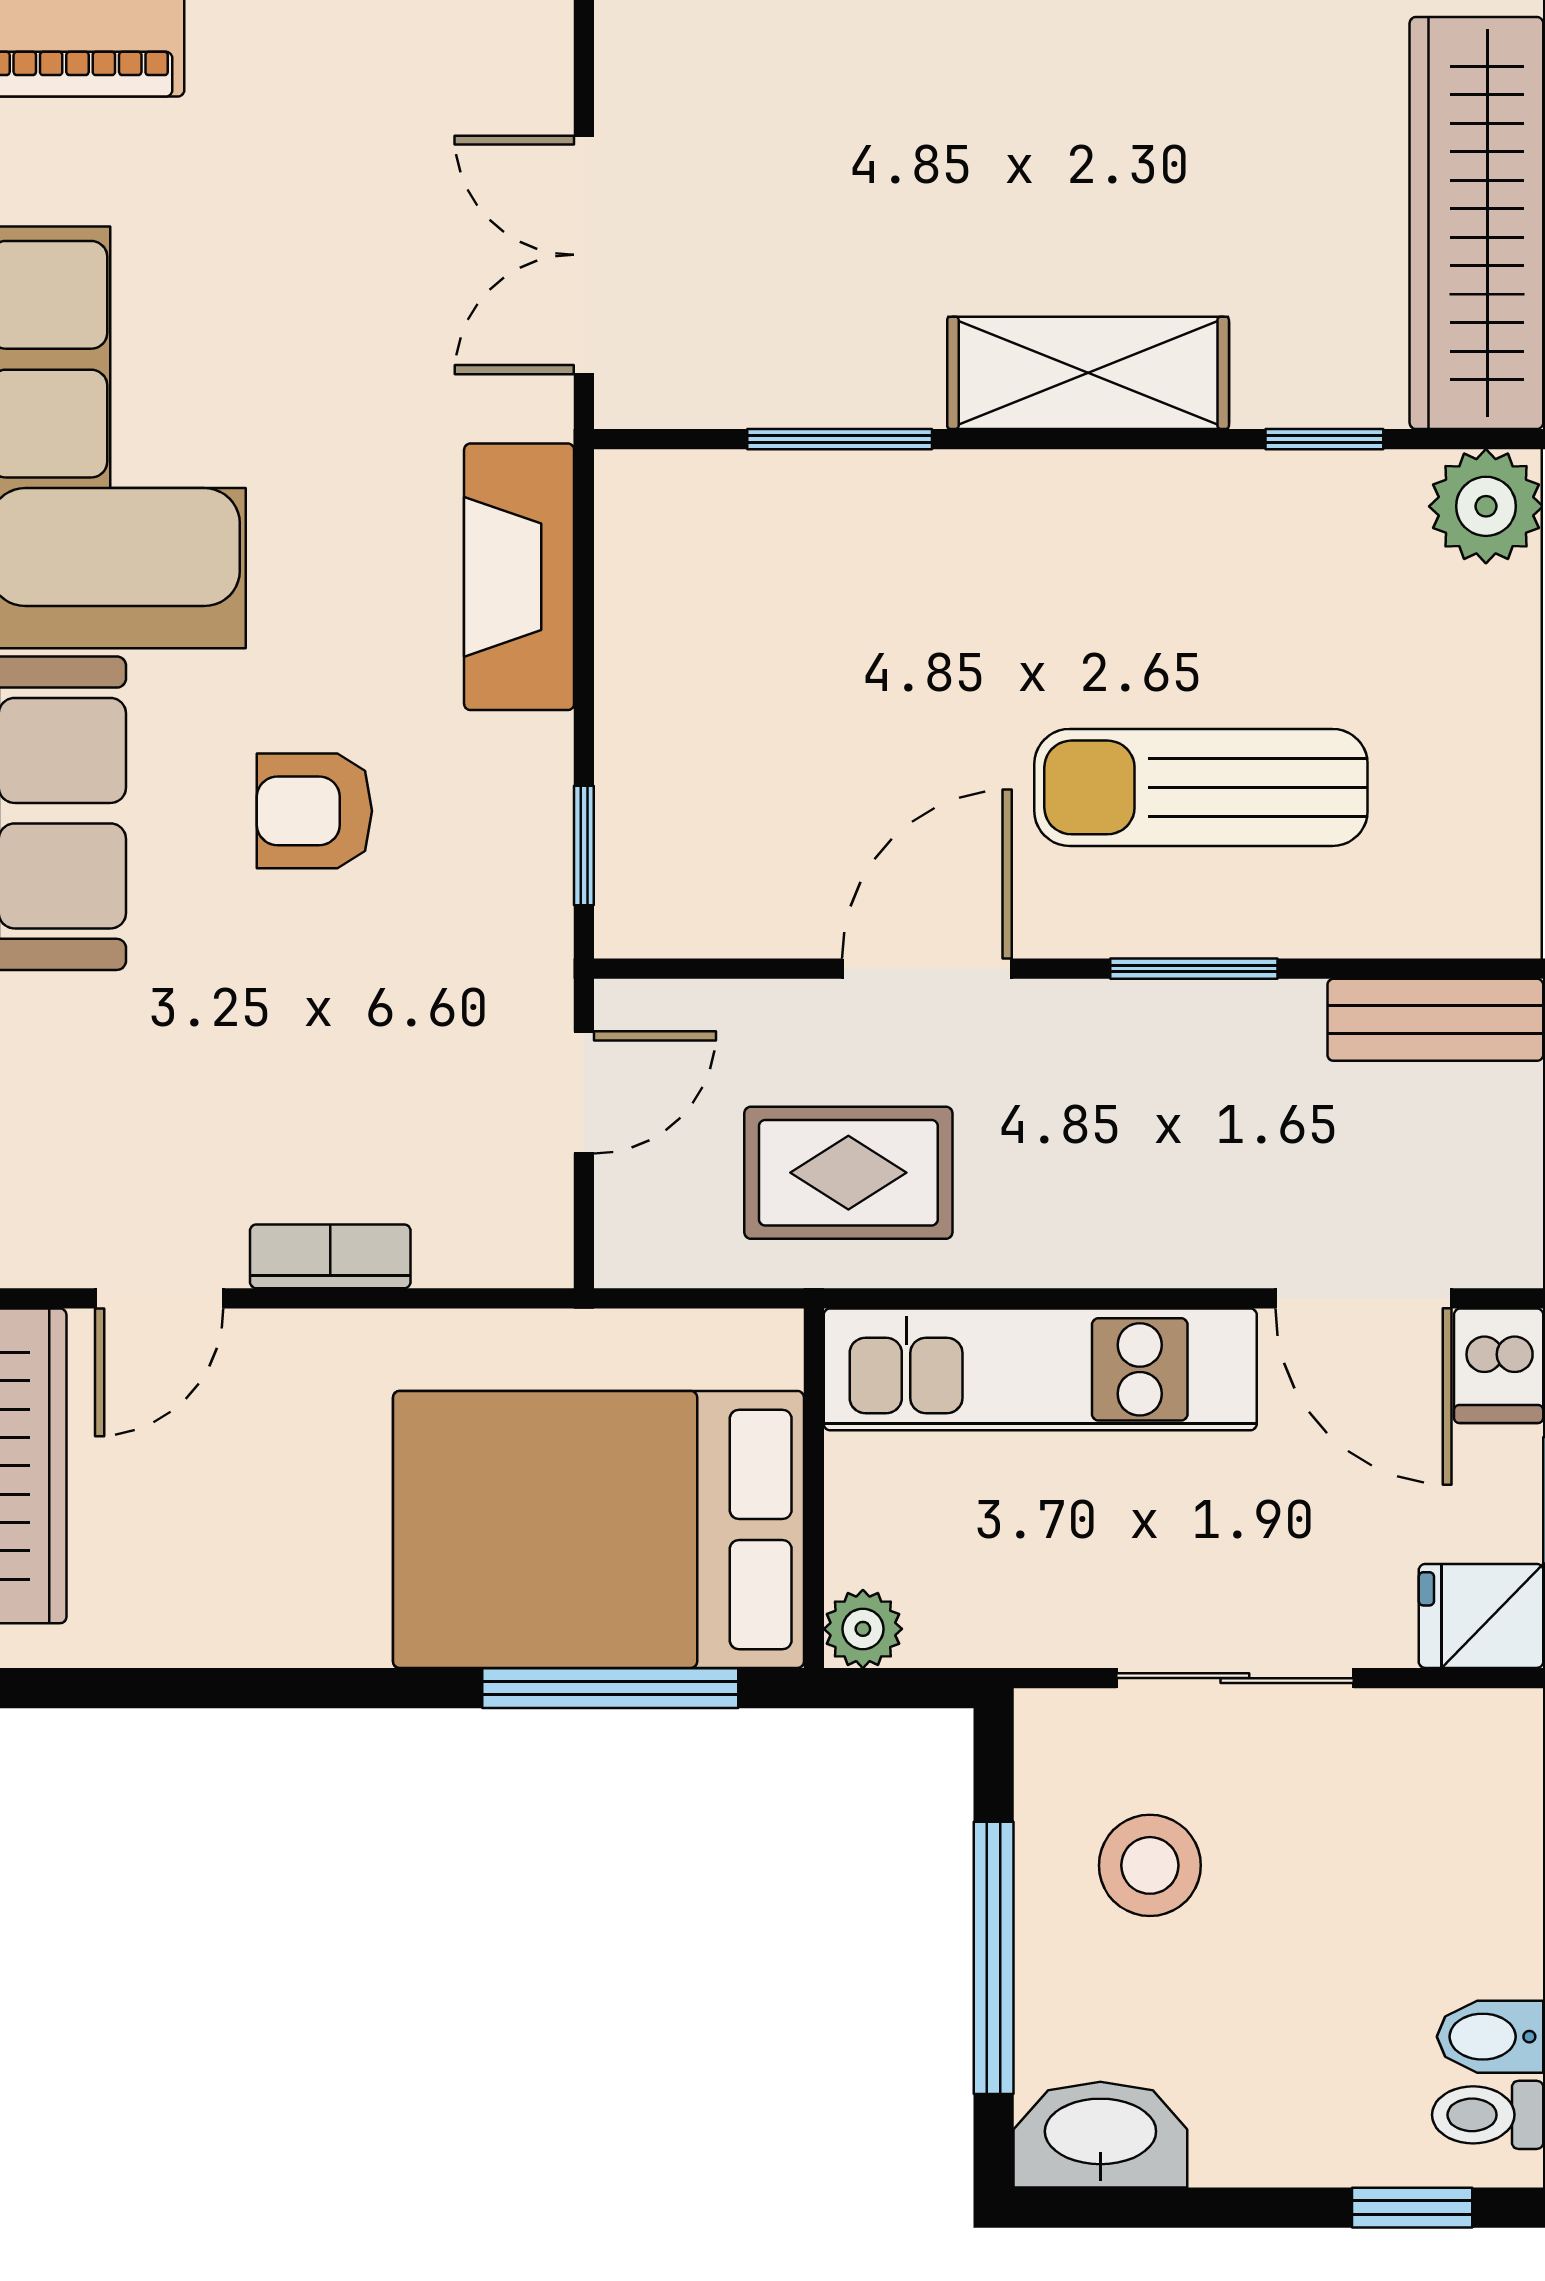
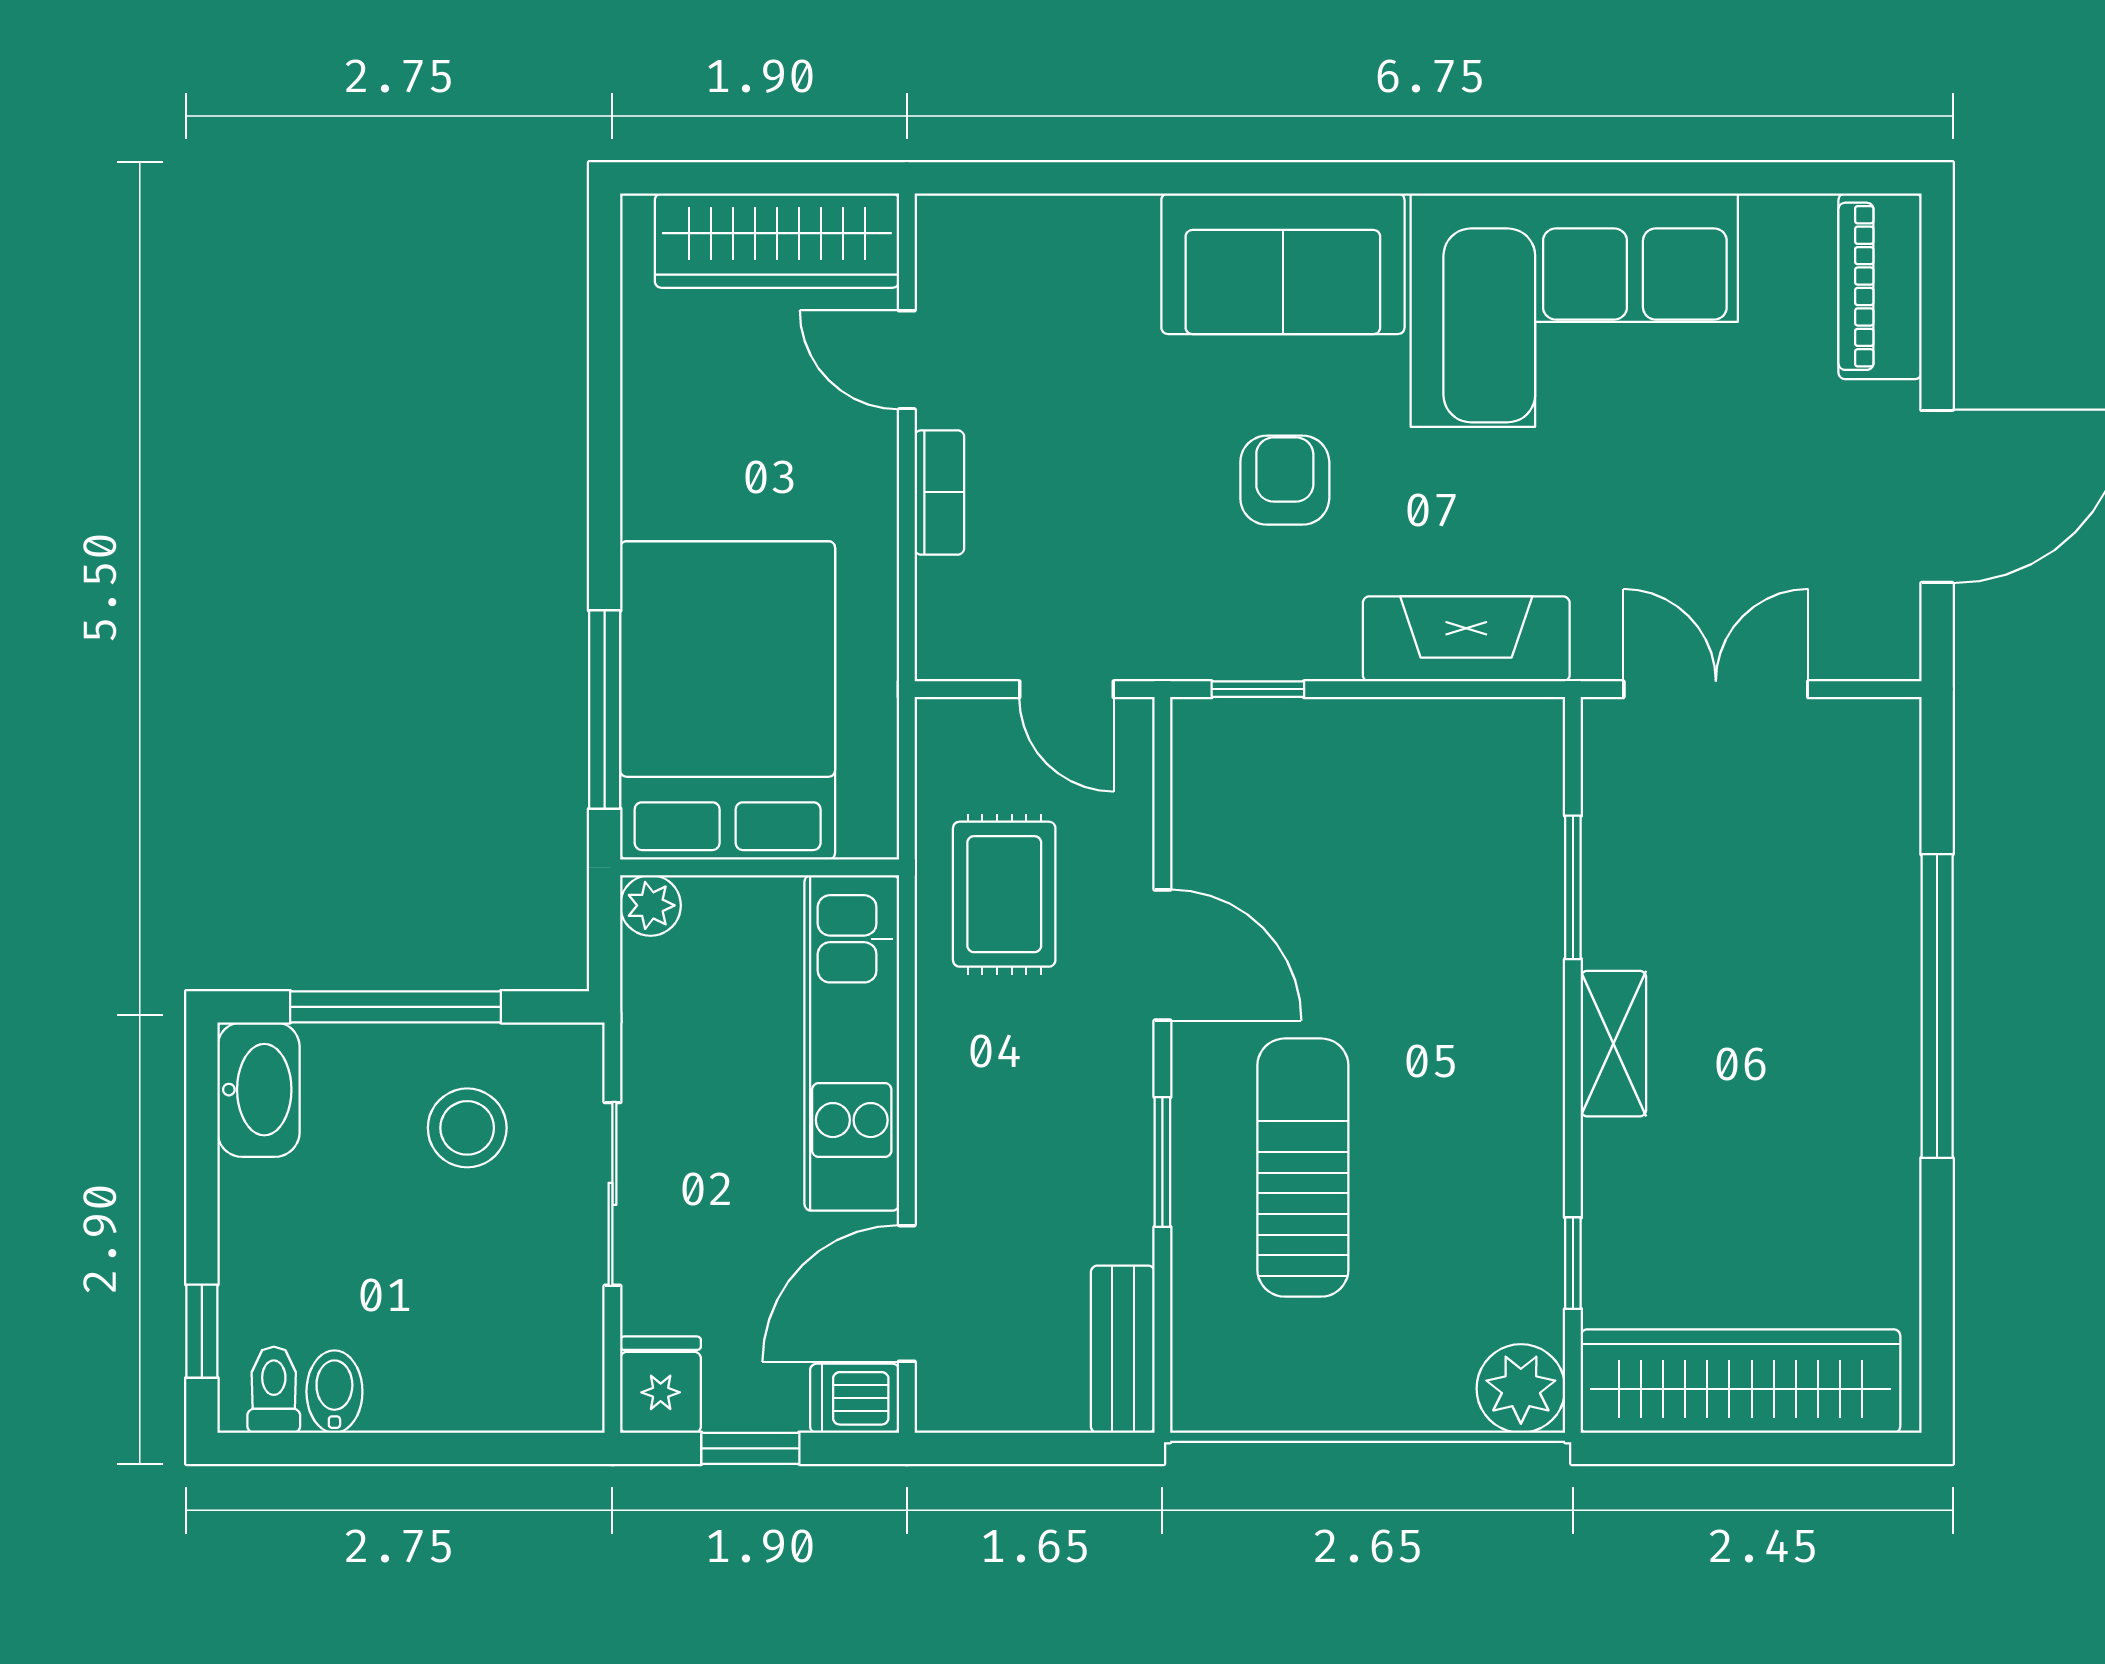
shelving: (1088, 373) -> (1613, 1044), width x0.67, depth x0.75

